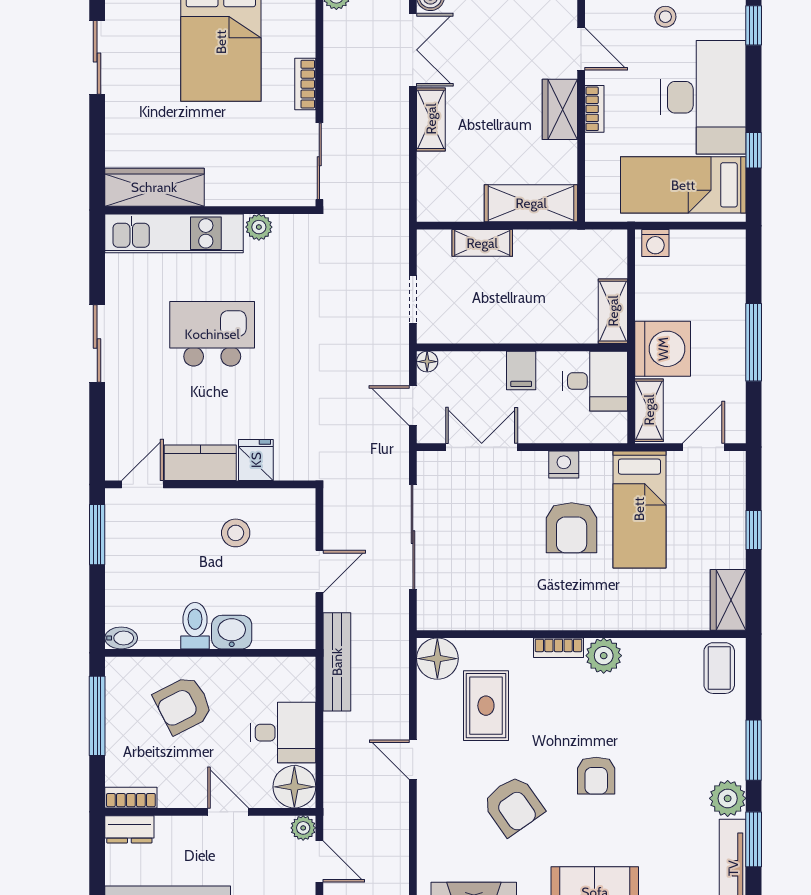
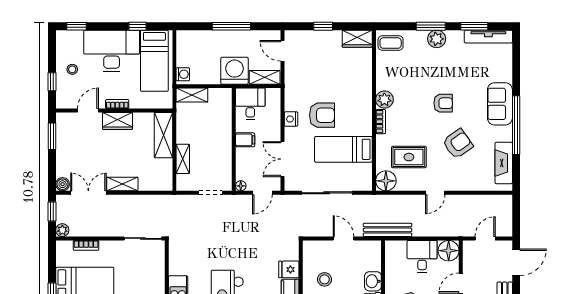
bookcase: (305, 84) -> (86, 245), moved
plant: (259, 227) -> (175, 268), removed
shelving: (613, 311) -> (192, 95), moved
bed: (639, 509) -> (343, 149), moved, turned 180
plant: (728, 798) -> (437, 39), moved
plant: (303, 828) -> (469, 246), removed

